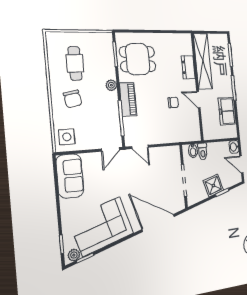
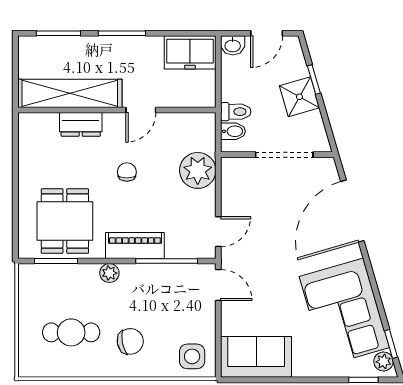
chair: (173, 102) -> (127, 172), moved
freezer: (227, 111) -> (190, 52), moved
plant: (171, 133) -> (198, 170), added

